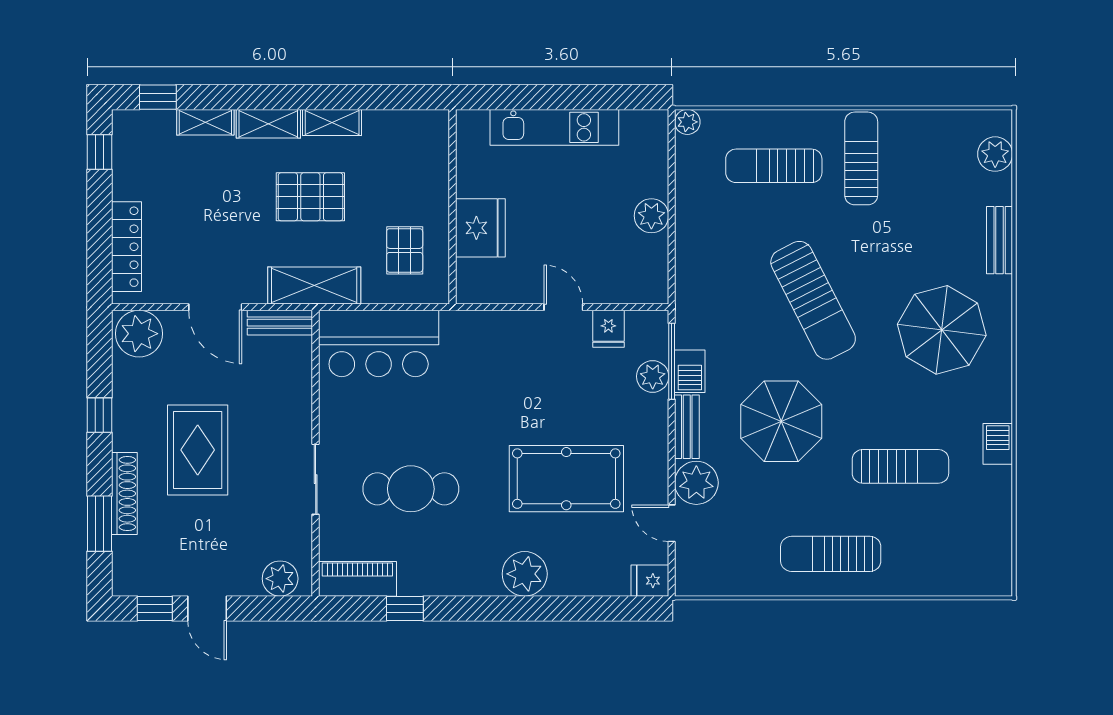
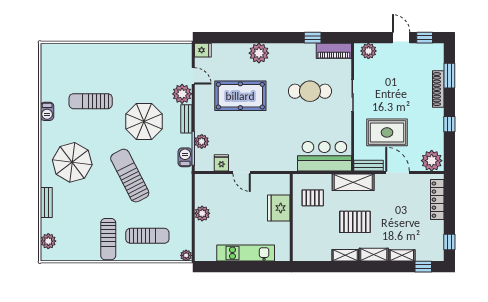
pallet: (405, 250) -> (313, 198), turned 90
barbecue: (690, 371) -> (185, 157), moved
rug: (198, 450) -> (387, 132), moved, turned 90
sun lounger: (831, 554) -> (122, 62), removed

